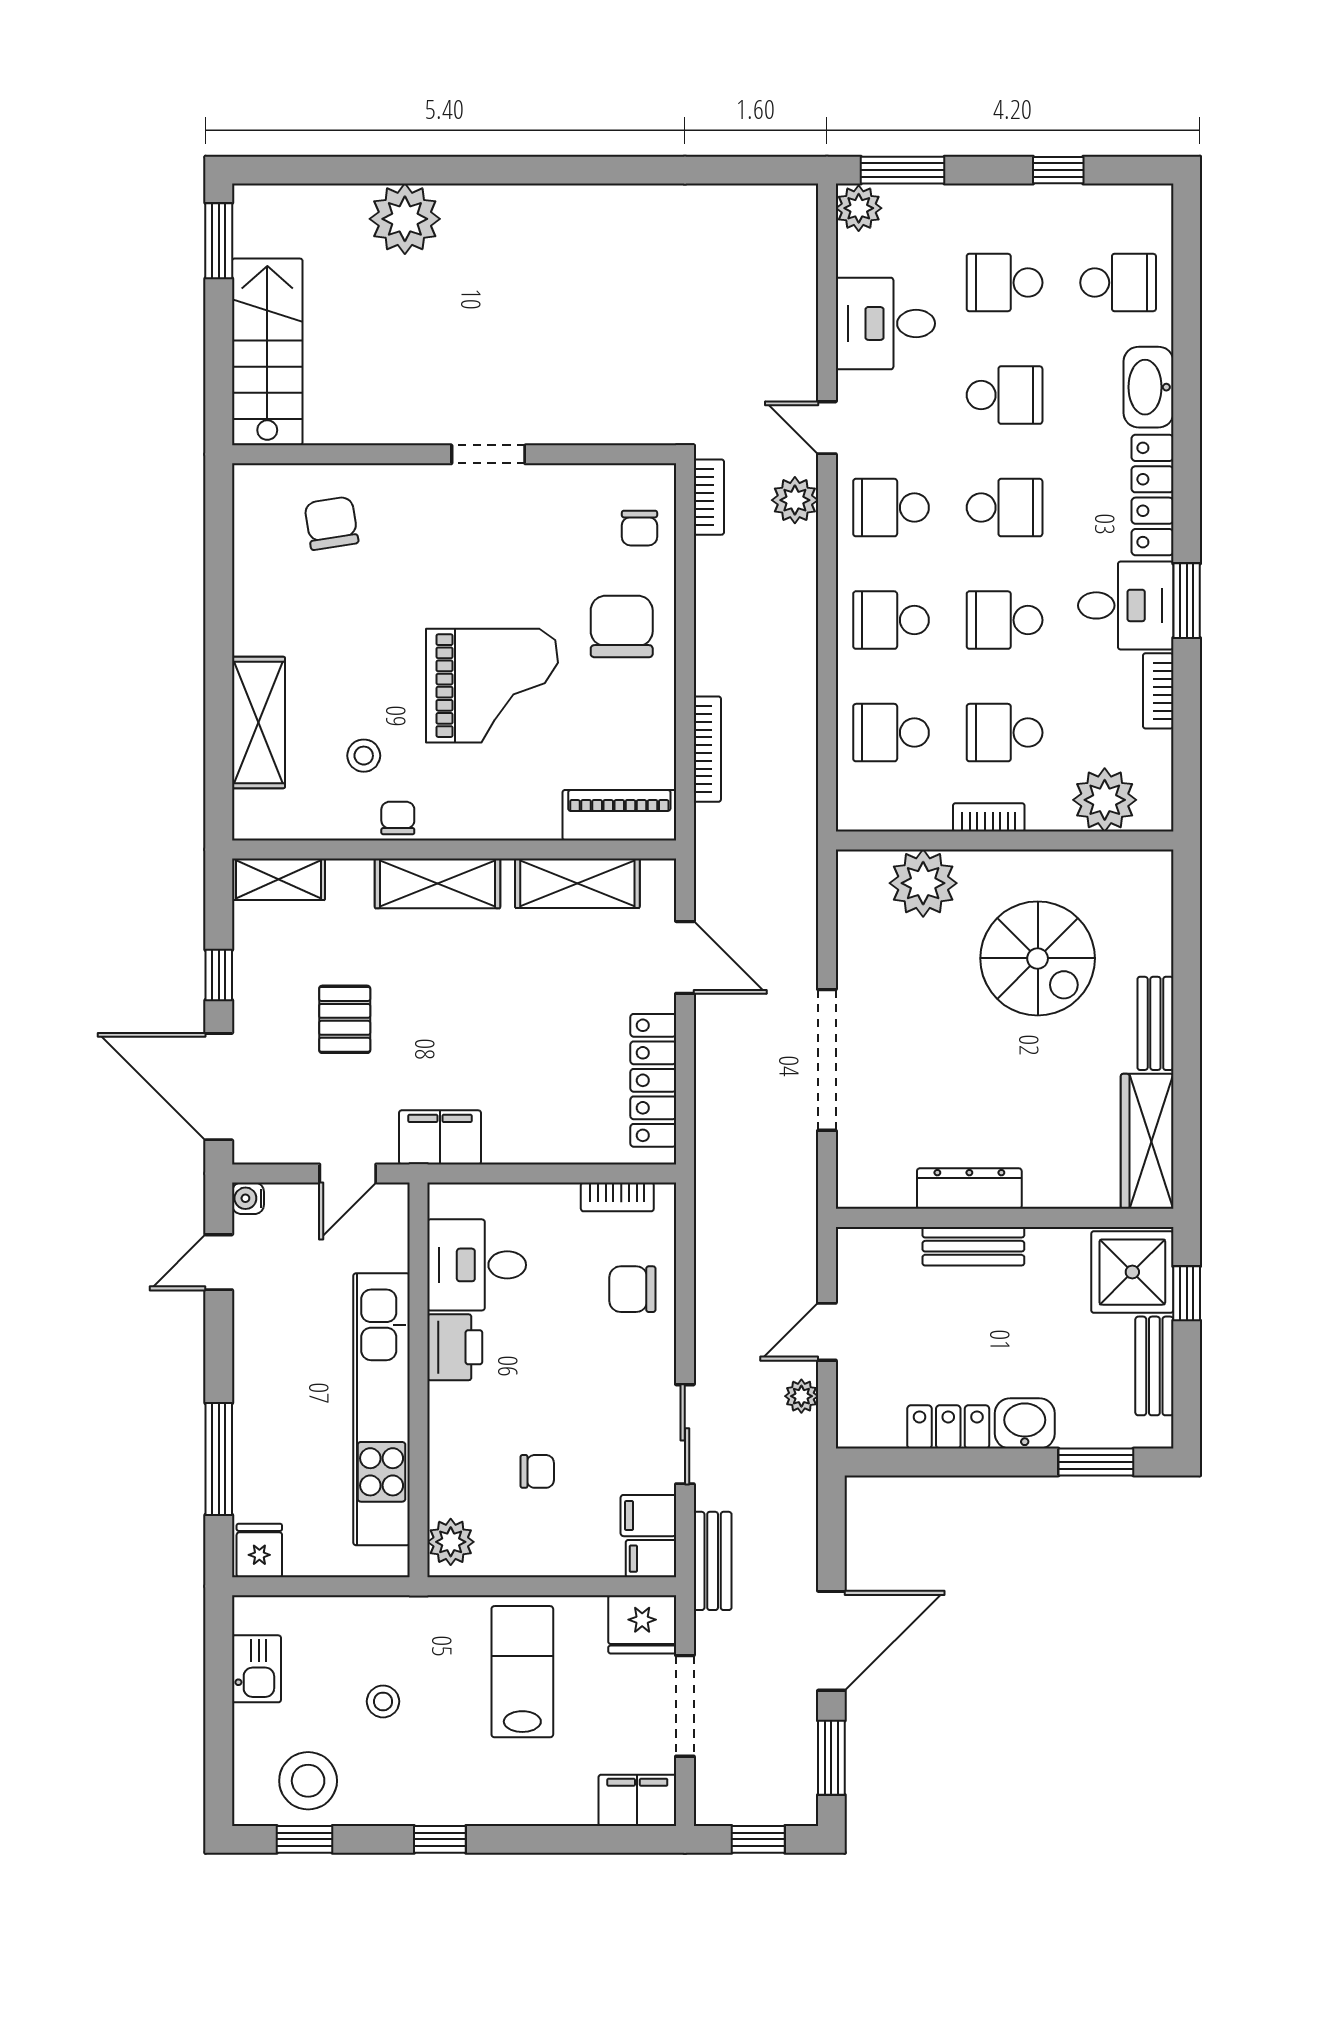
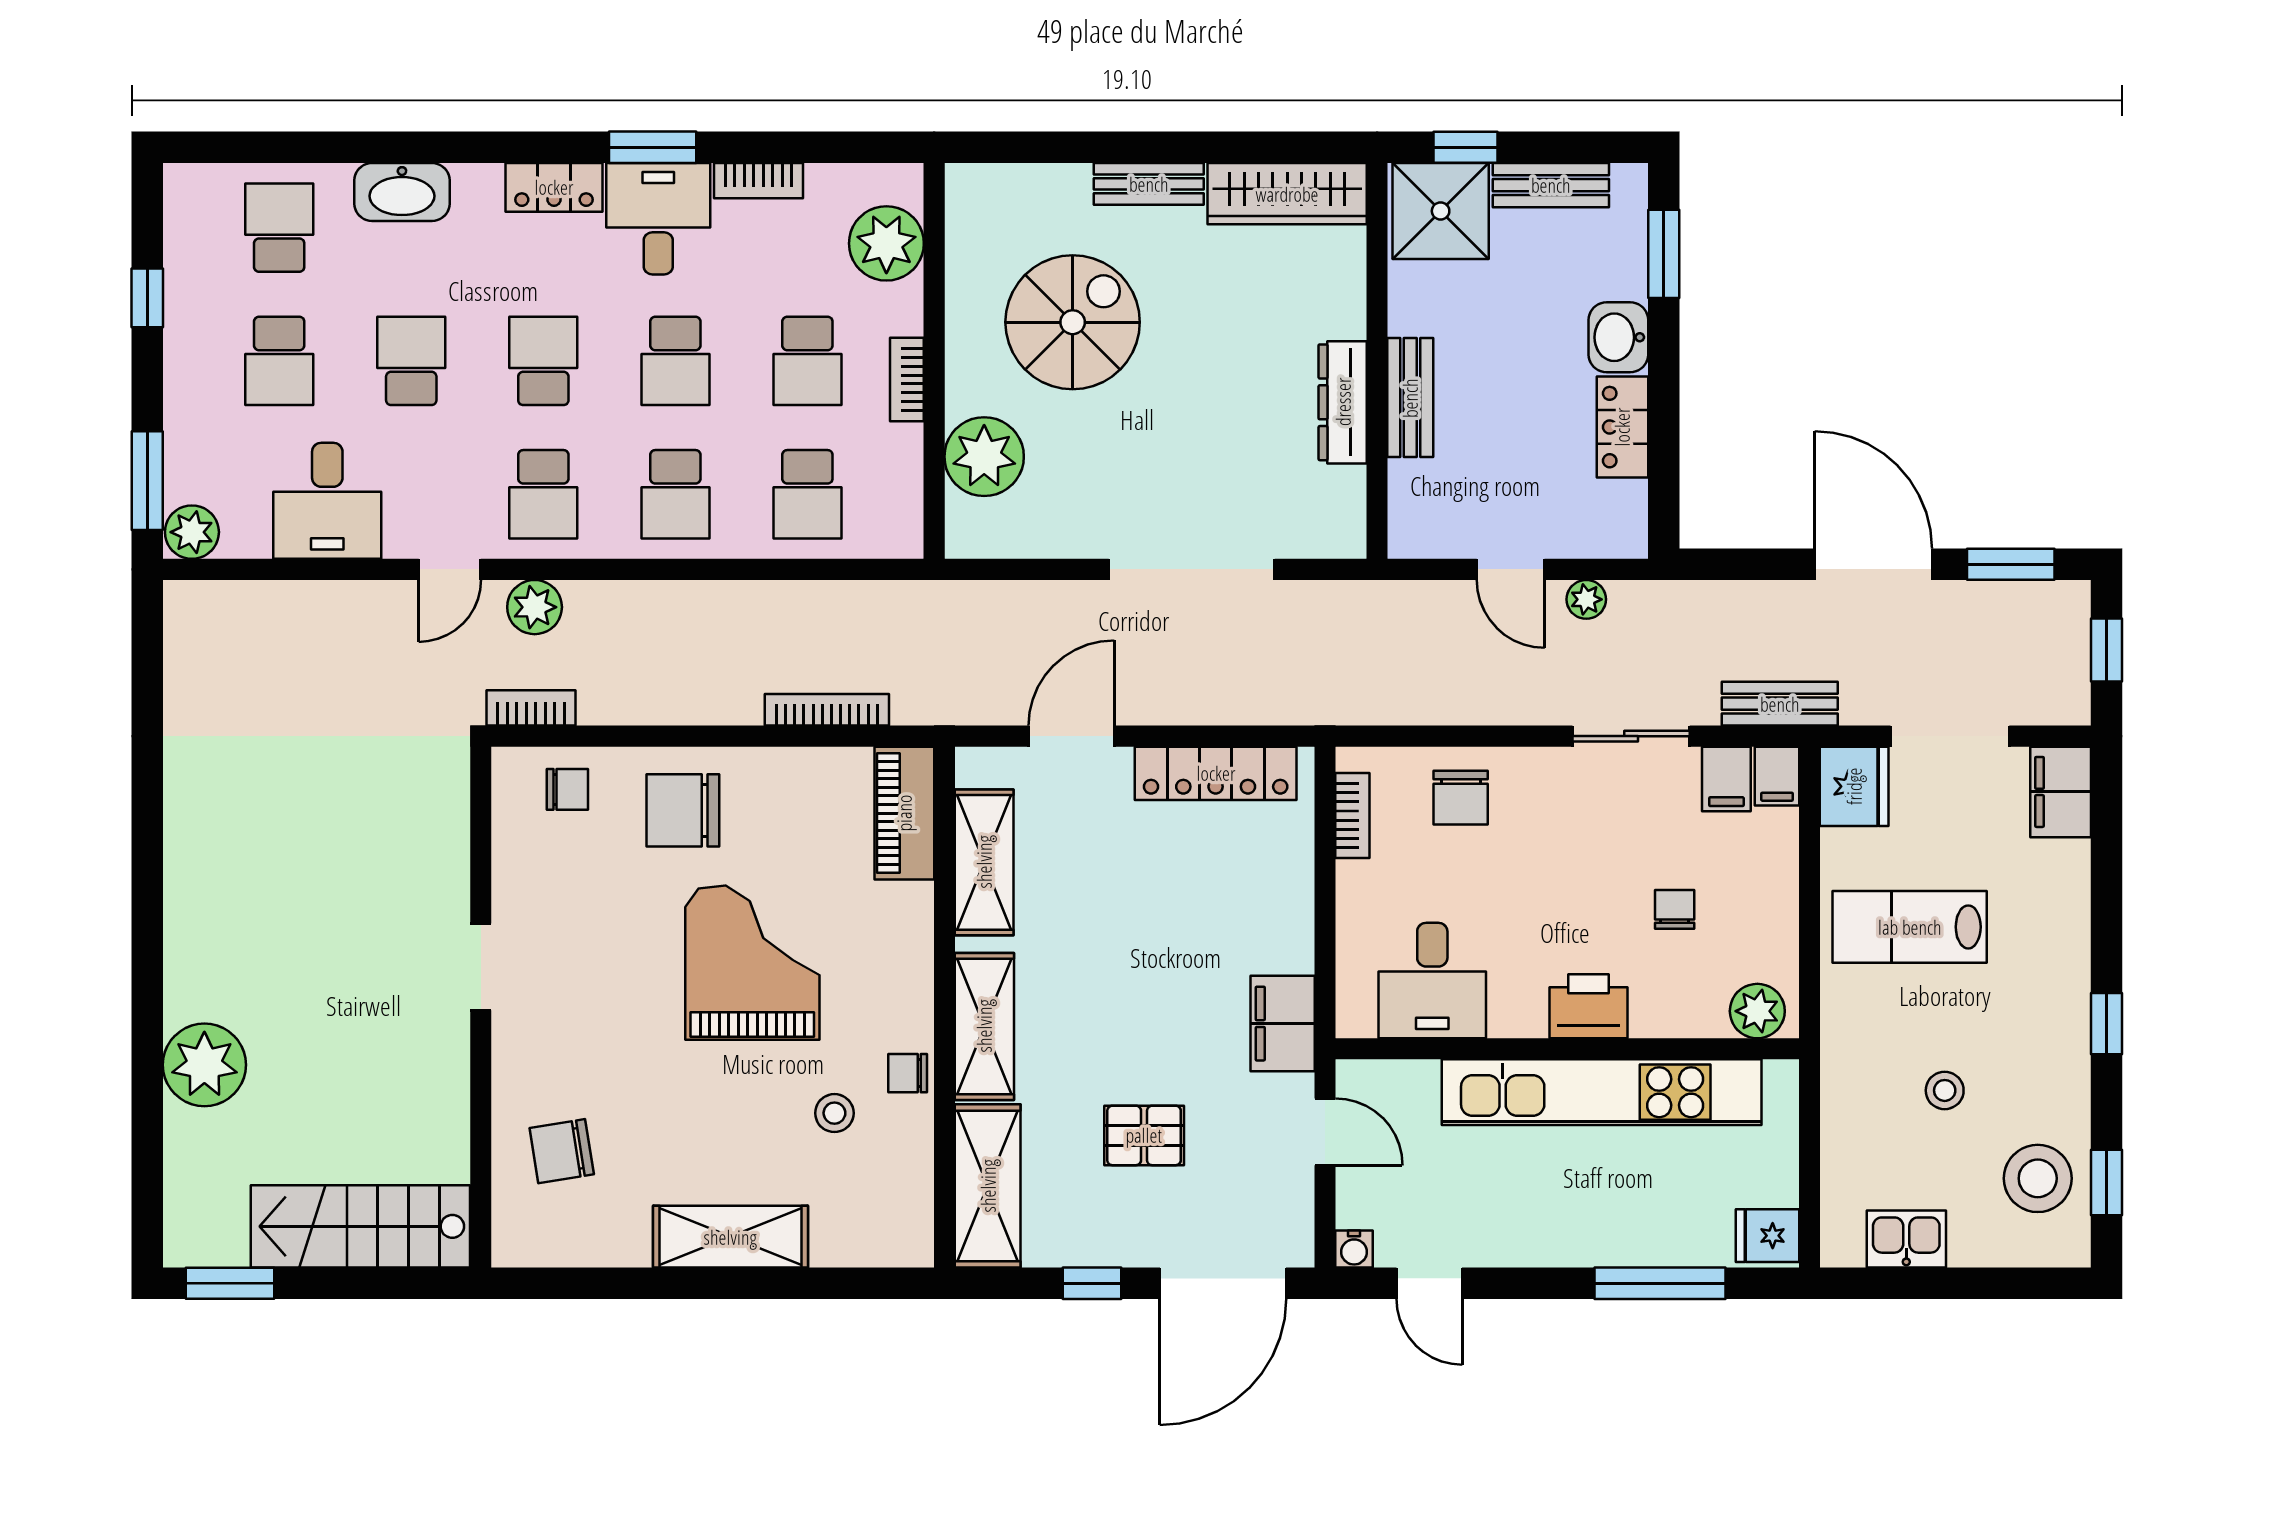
locker: (1152, 495) -> (554, 187), width x0.66
shelving: (258, 722) -> (730, 1237), moved
shelving: (278, 879) -> (988, 1186), width x1.50, depth x1.33
printer: (455, 1347) -> (1589, 1006), moved

